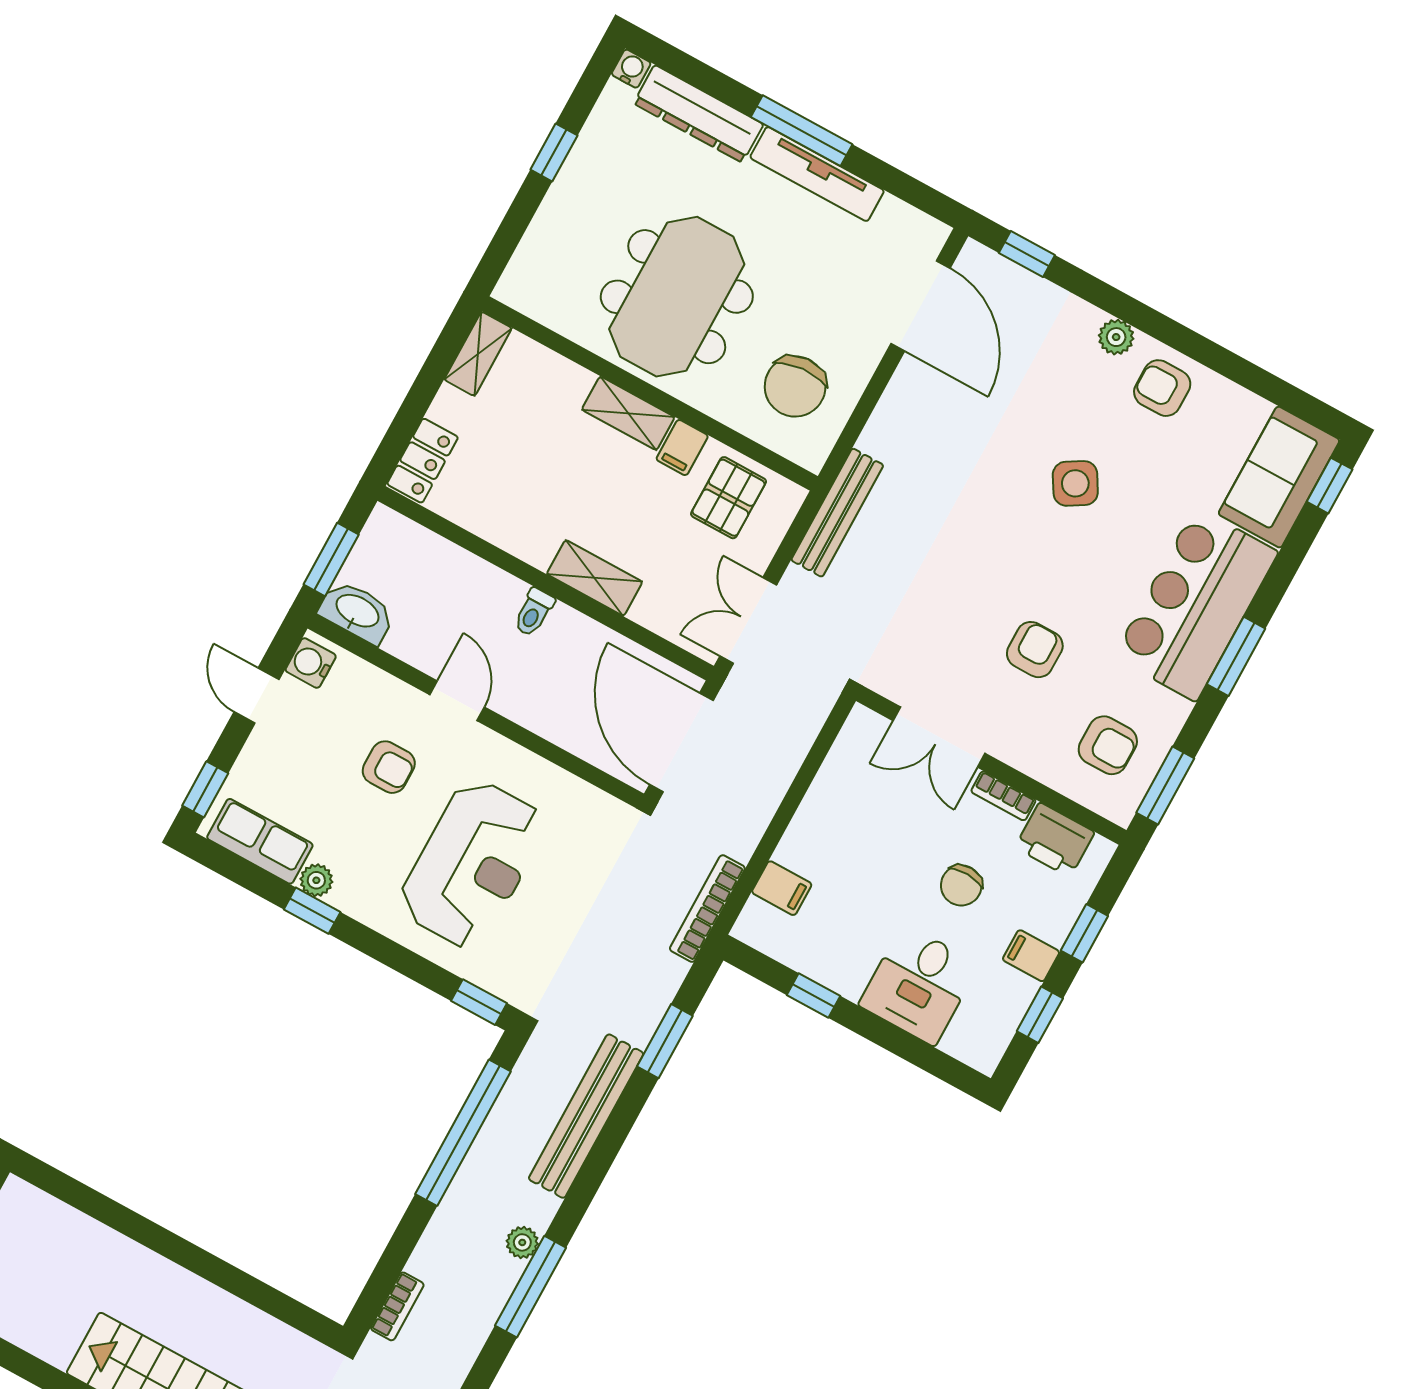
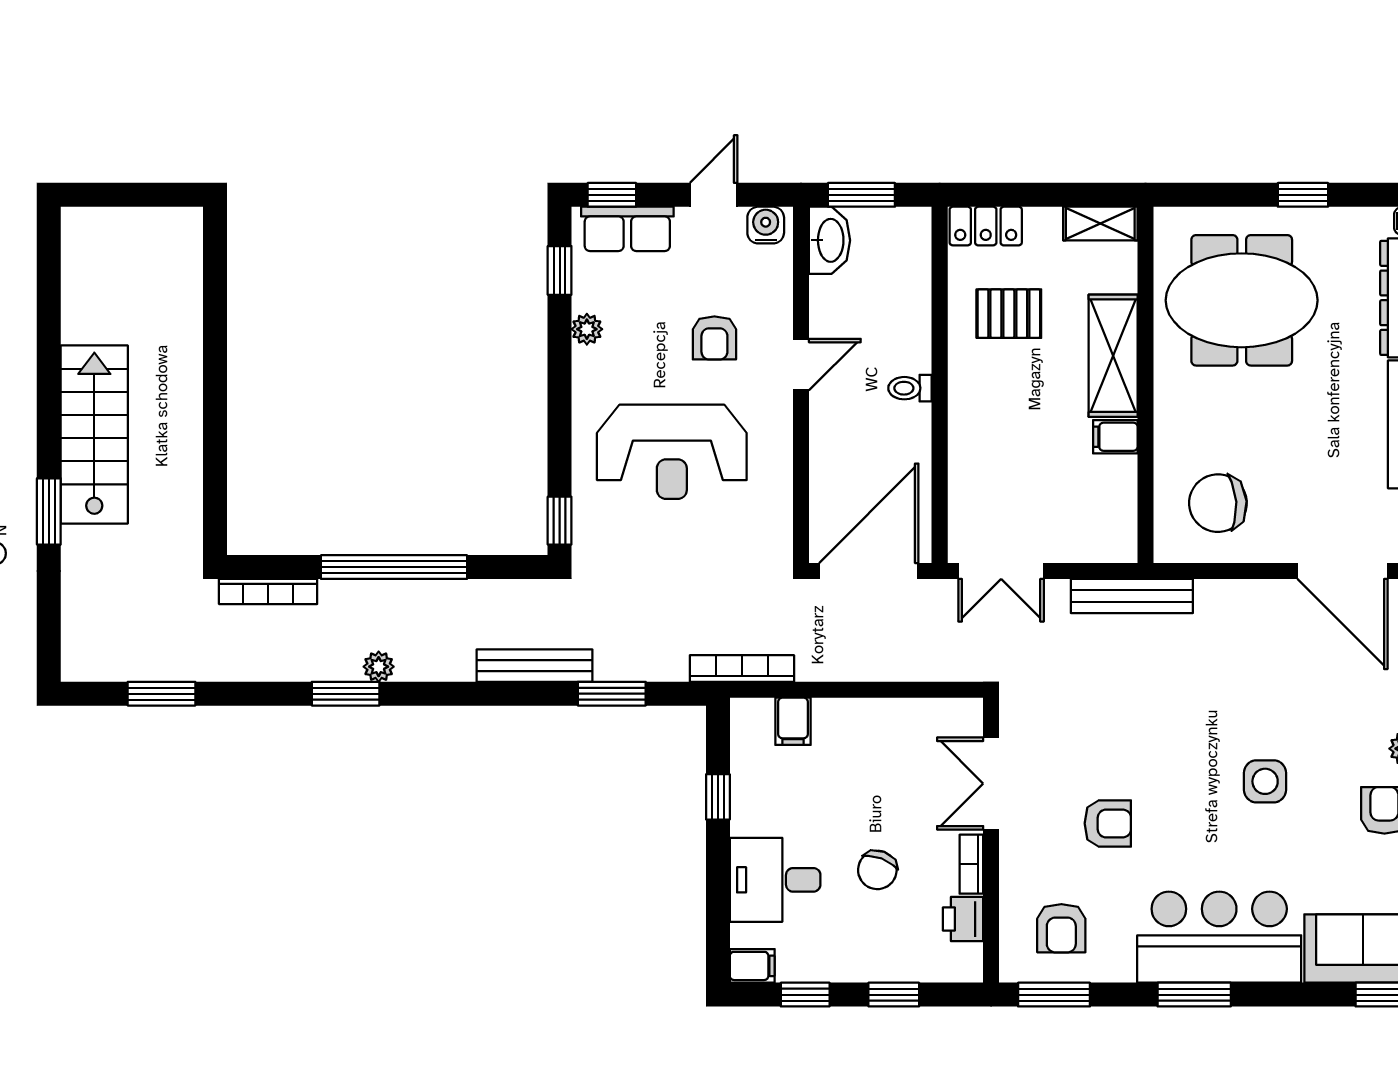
meeting table: (677, 297) -> (1242, 300), moved
door: (920, 306) -> (1343, 571), hinge flipped
shelving: (628, 413) -> (1113, 356), width x1.50, depth x1.33
side table: (1075, 483) -> (1265, 781), turned 31
pallet: (729, 498) -> (1009, 314), moved
shelving: (595, 578) -> (966, 423), removed
double door: (748, 621) -> (1001, 571), swing flipped
printer: (1055, 840) -> (963, 919), width x0.73, depth x0.81
row of seats: (260, 841) -> (627, 229), moved, turned 90
chair: (961, 885) -> (877, 870), turned -71
window: (312, 911) -> (560, 270), moved
filing cabinet: (1031, 956) -> (752, 966), moved, turned 90
bench: (586, 1116) -> (534, 666), width x0.73, depth x0.82
window: (463, 1133) -> (394, 567), moved
window: (531, 1287) -> (346, 694), width x0.69
bookcase: (397, 1306) -> (268, 591), width x1.56

